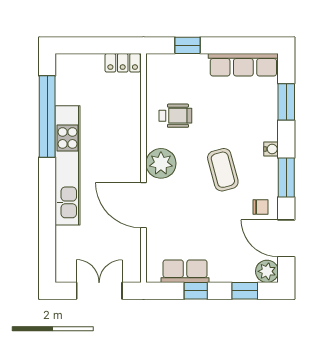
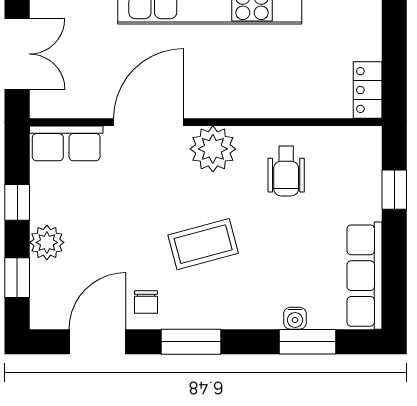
water cooler: (271, 149) -> (295, 318), moved
row of seats: (185, 271) -> (66, 143), moved, turned 90
plant: (267, 271) -> (47, 242), moved

